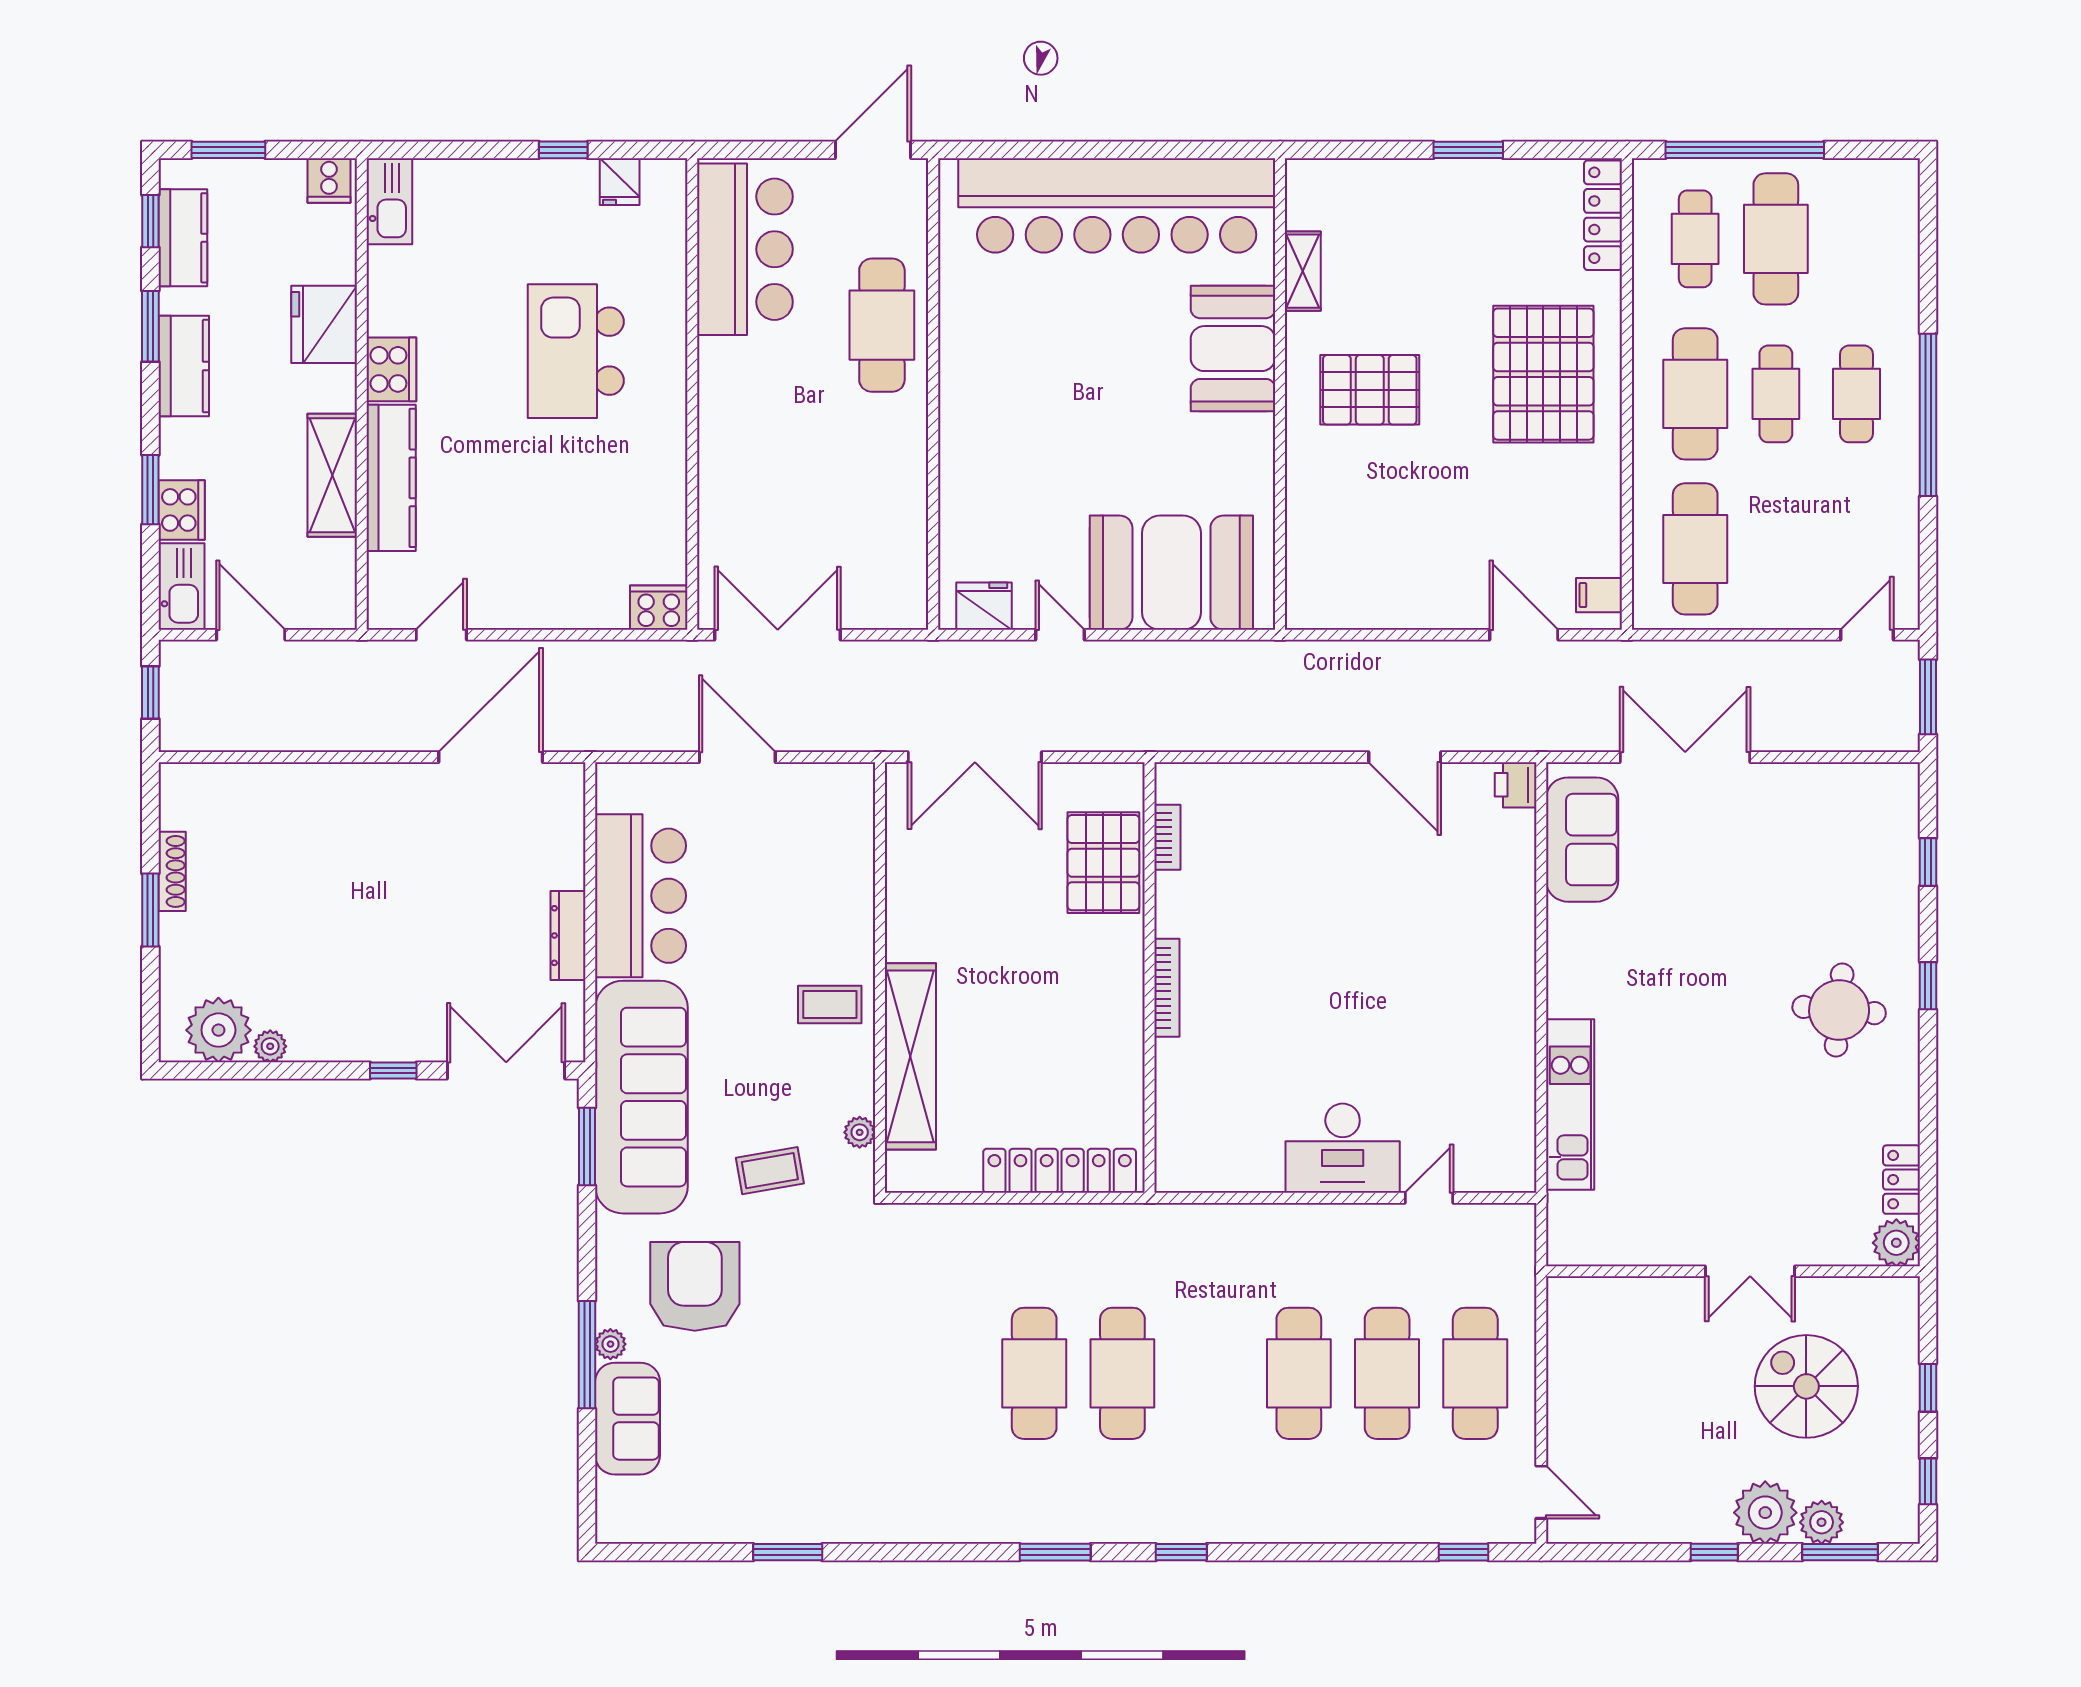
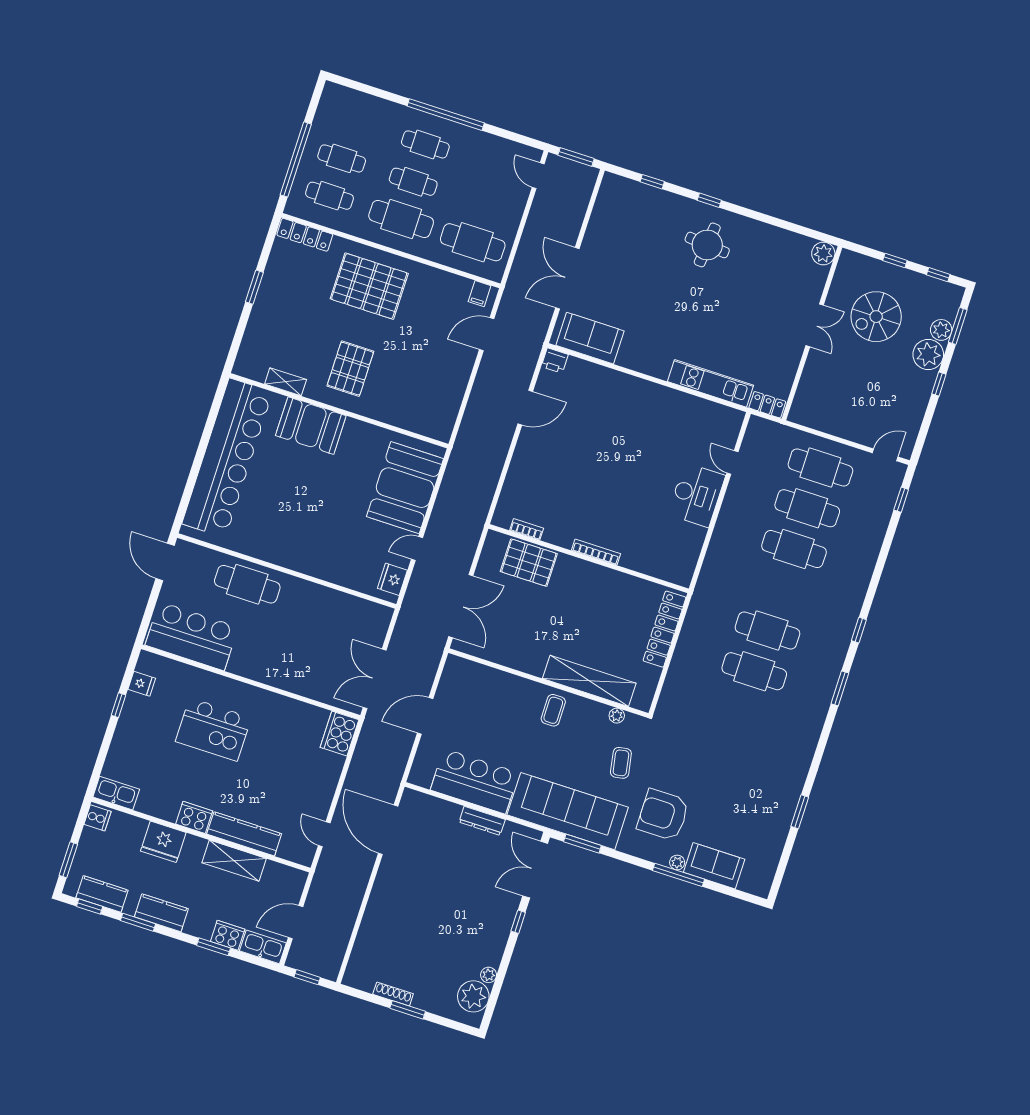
cafe table: (1776, 239) -> (342, 158), width x0.73, depth x0.74
cooker: (659, 608) -> (339, 734), width x1.37, depth x1.31
locker: (1902, 1180) -> (767, 405), moved, turned 180

